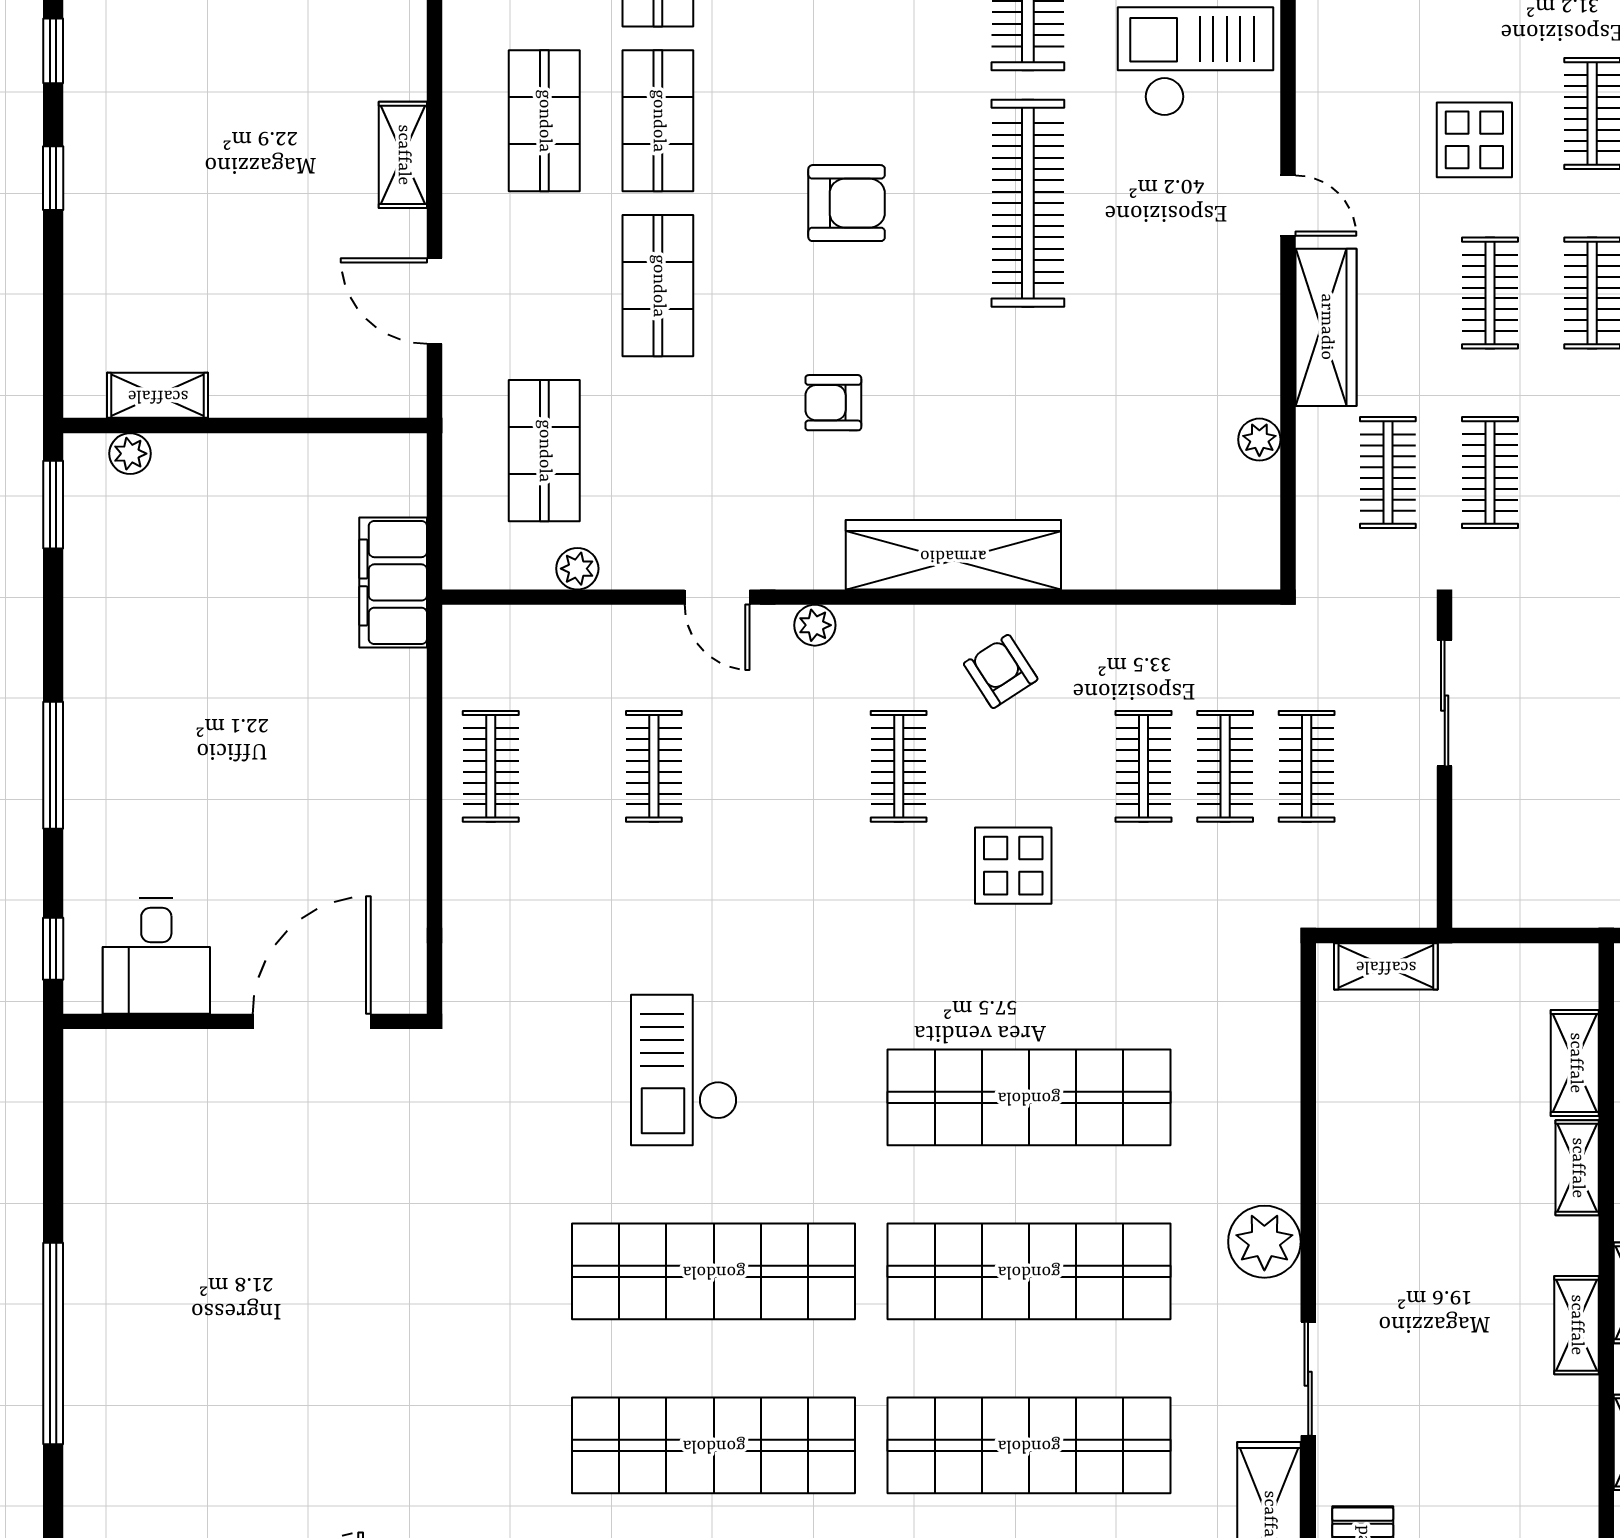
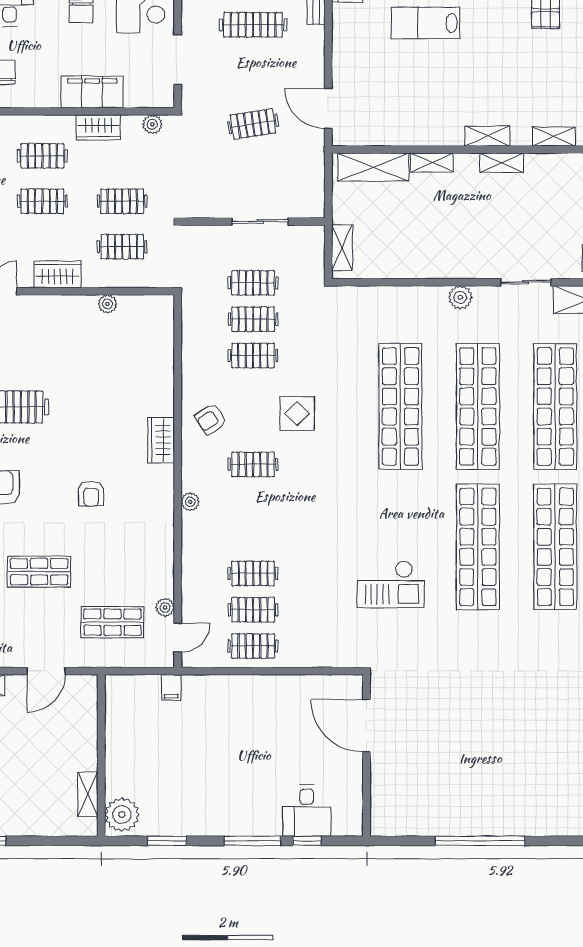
wardrobe: (1326, 327) -> (58, 274), width x0.67
plant: (130, 454) -> (122, 815), width x1.87, depth x1.87
window: (53, 505) -> (167, 841), moved
wardrobe: (953, 555) -> (161, 440), width x0.48, depth x0.85
filing cabinet: (393, 582) -> (171, 687), width x0.33, depth x0.86
door: (717, 597) -> (178, 638), moved
sliding door: (1445, 703) -> (260, 221), moved
clothes rail: (572, 766) -> (253, 610), added
window: (53, 949) -> (307, 841), moved
desk: (156, 956) -> (307, 811), moved, turned 90
shelving: (1575, 1063) -> (373, 167), width x1.50, depth x1.33
checkout: (684, 1070) -> (390, 584), moved
plant: (1264, 1242) -> (460, 297), width x0.73, depth x0.73
window: (53, 1343) -> (480, 841), moved

